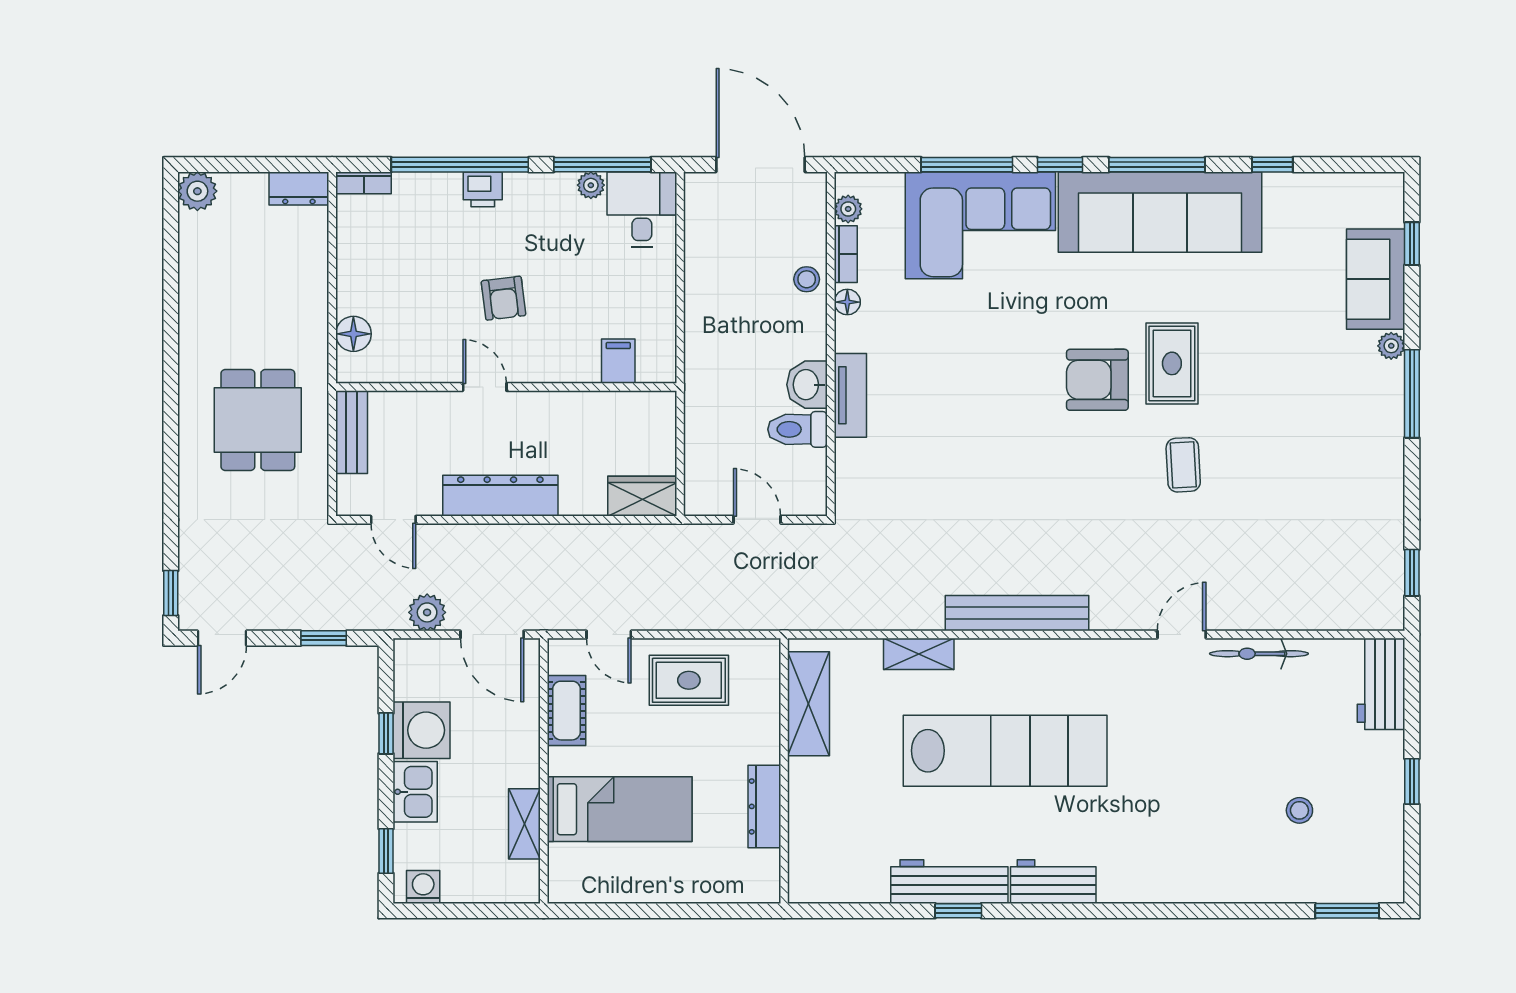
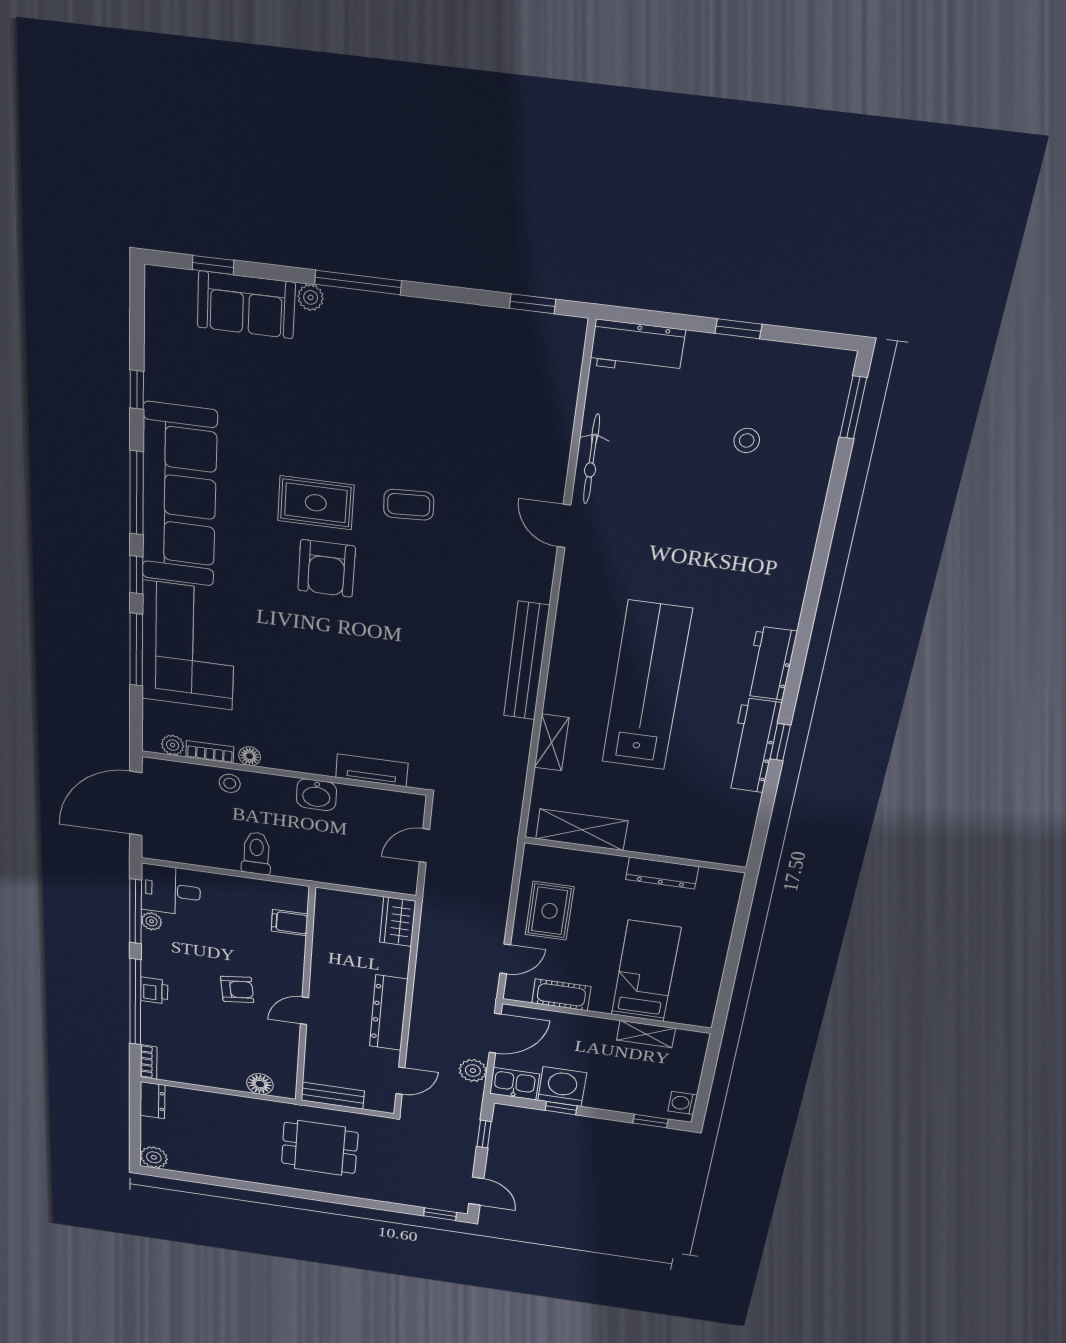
tv unit: (850, 395) -> (372, 770), moved
toilet: (797, 429) -> (256, 853), moved, turned 180
kitchen sink: (415, 792) -> (515, 1084), moved

